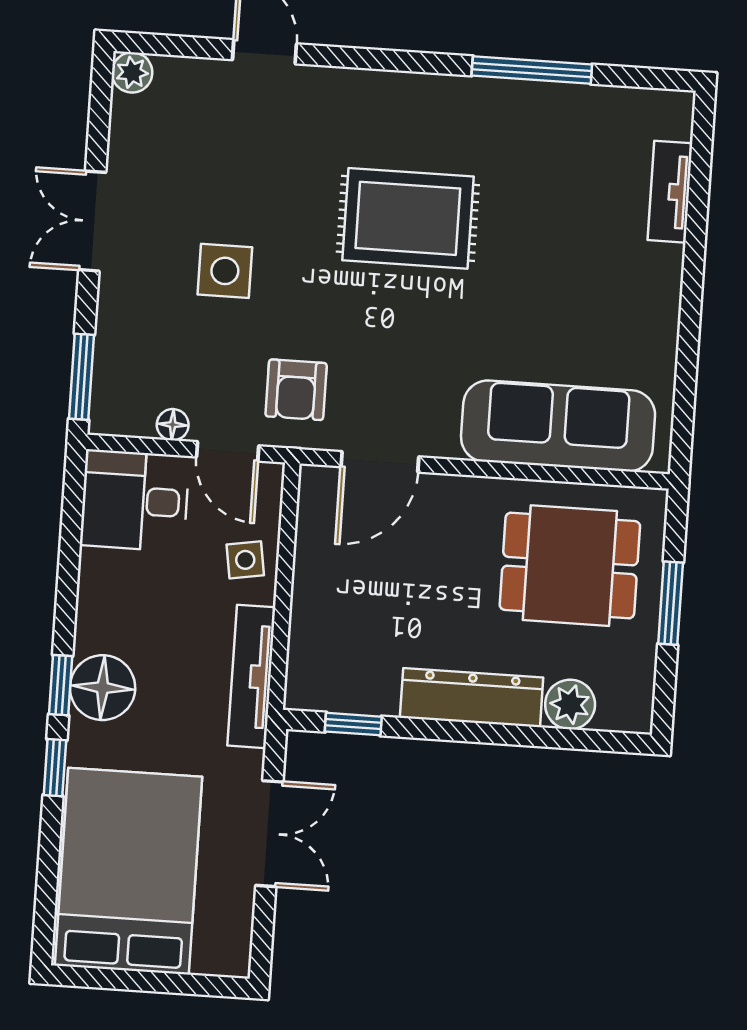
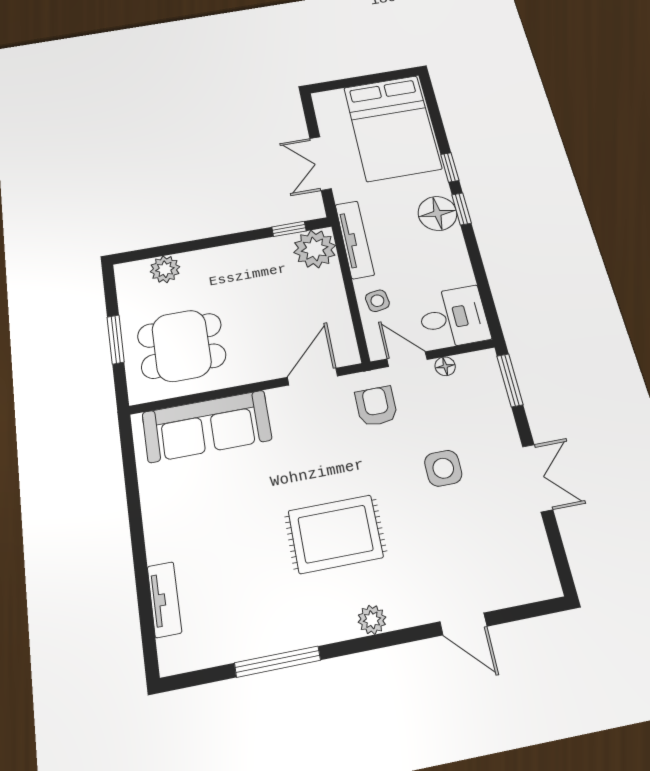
plant: (132, 72) -> (372, 620), moved
plant: (321, 677) -> (315, 249), added
dresser: (472, 698) -> (224, 259), removed

